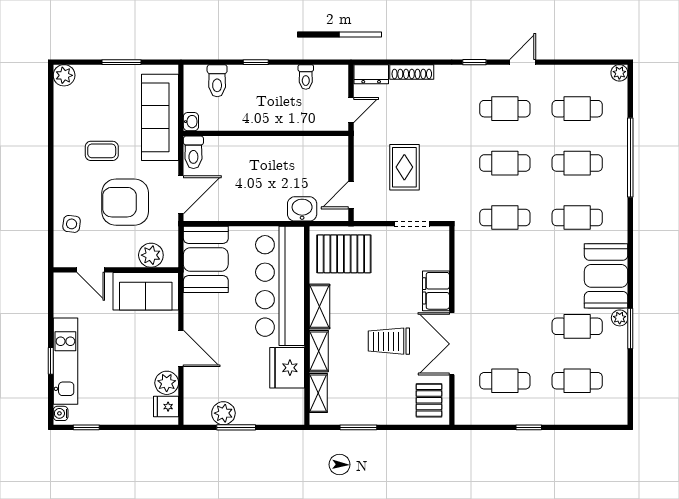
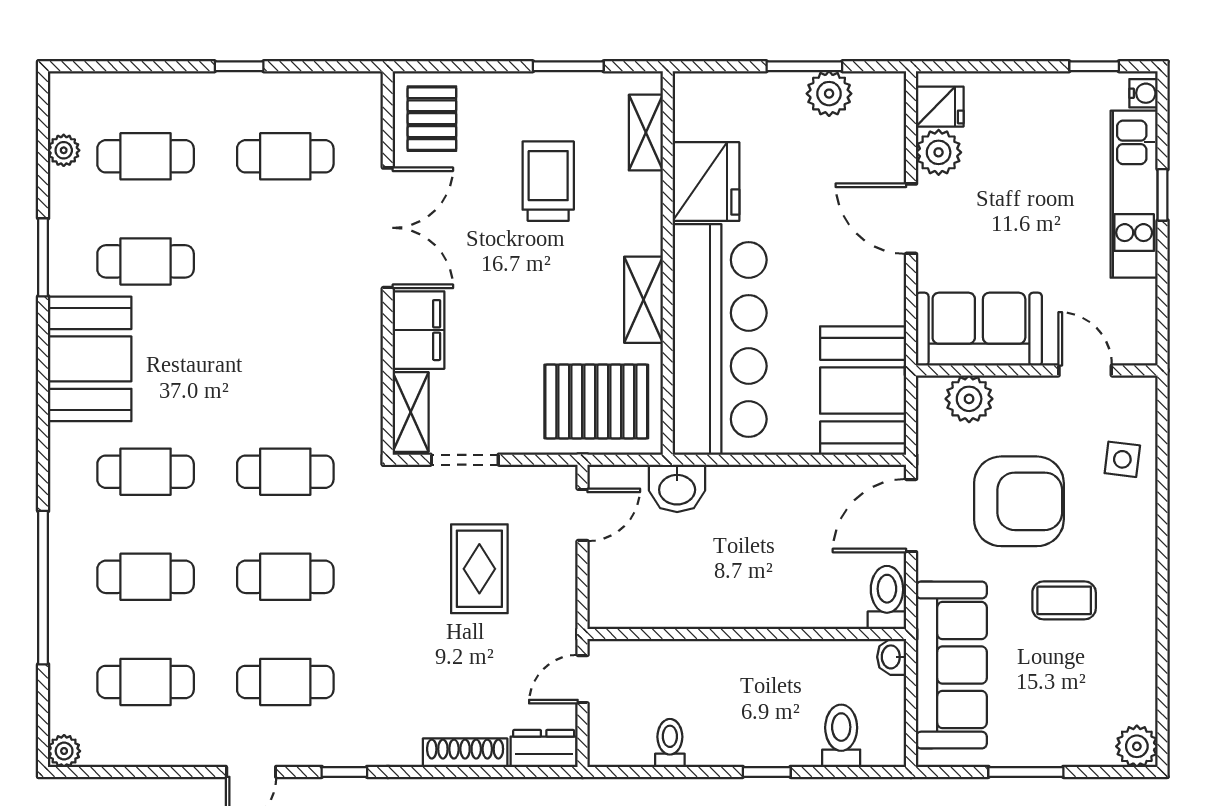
plant: (620, 318) -> (64, 150), moved
trolley: (389, 341) -> (548, 181), moved, turned -90
shelving: (319, 351) -> (411, 412), moved

